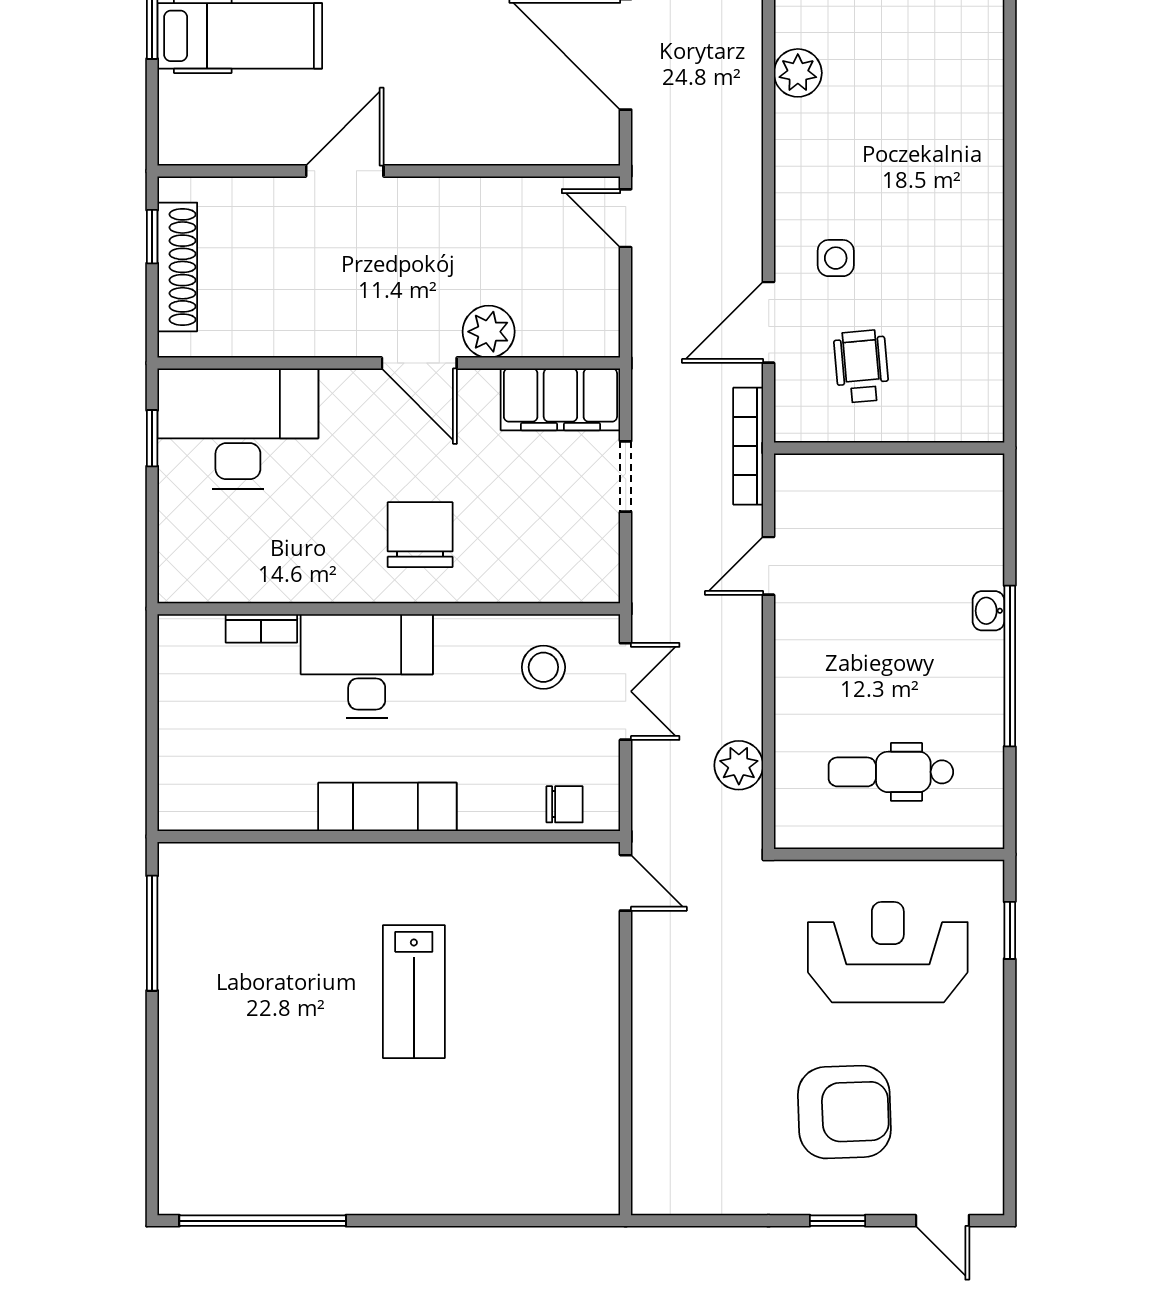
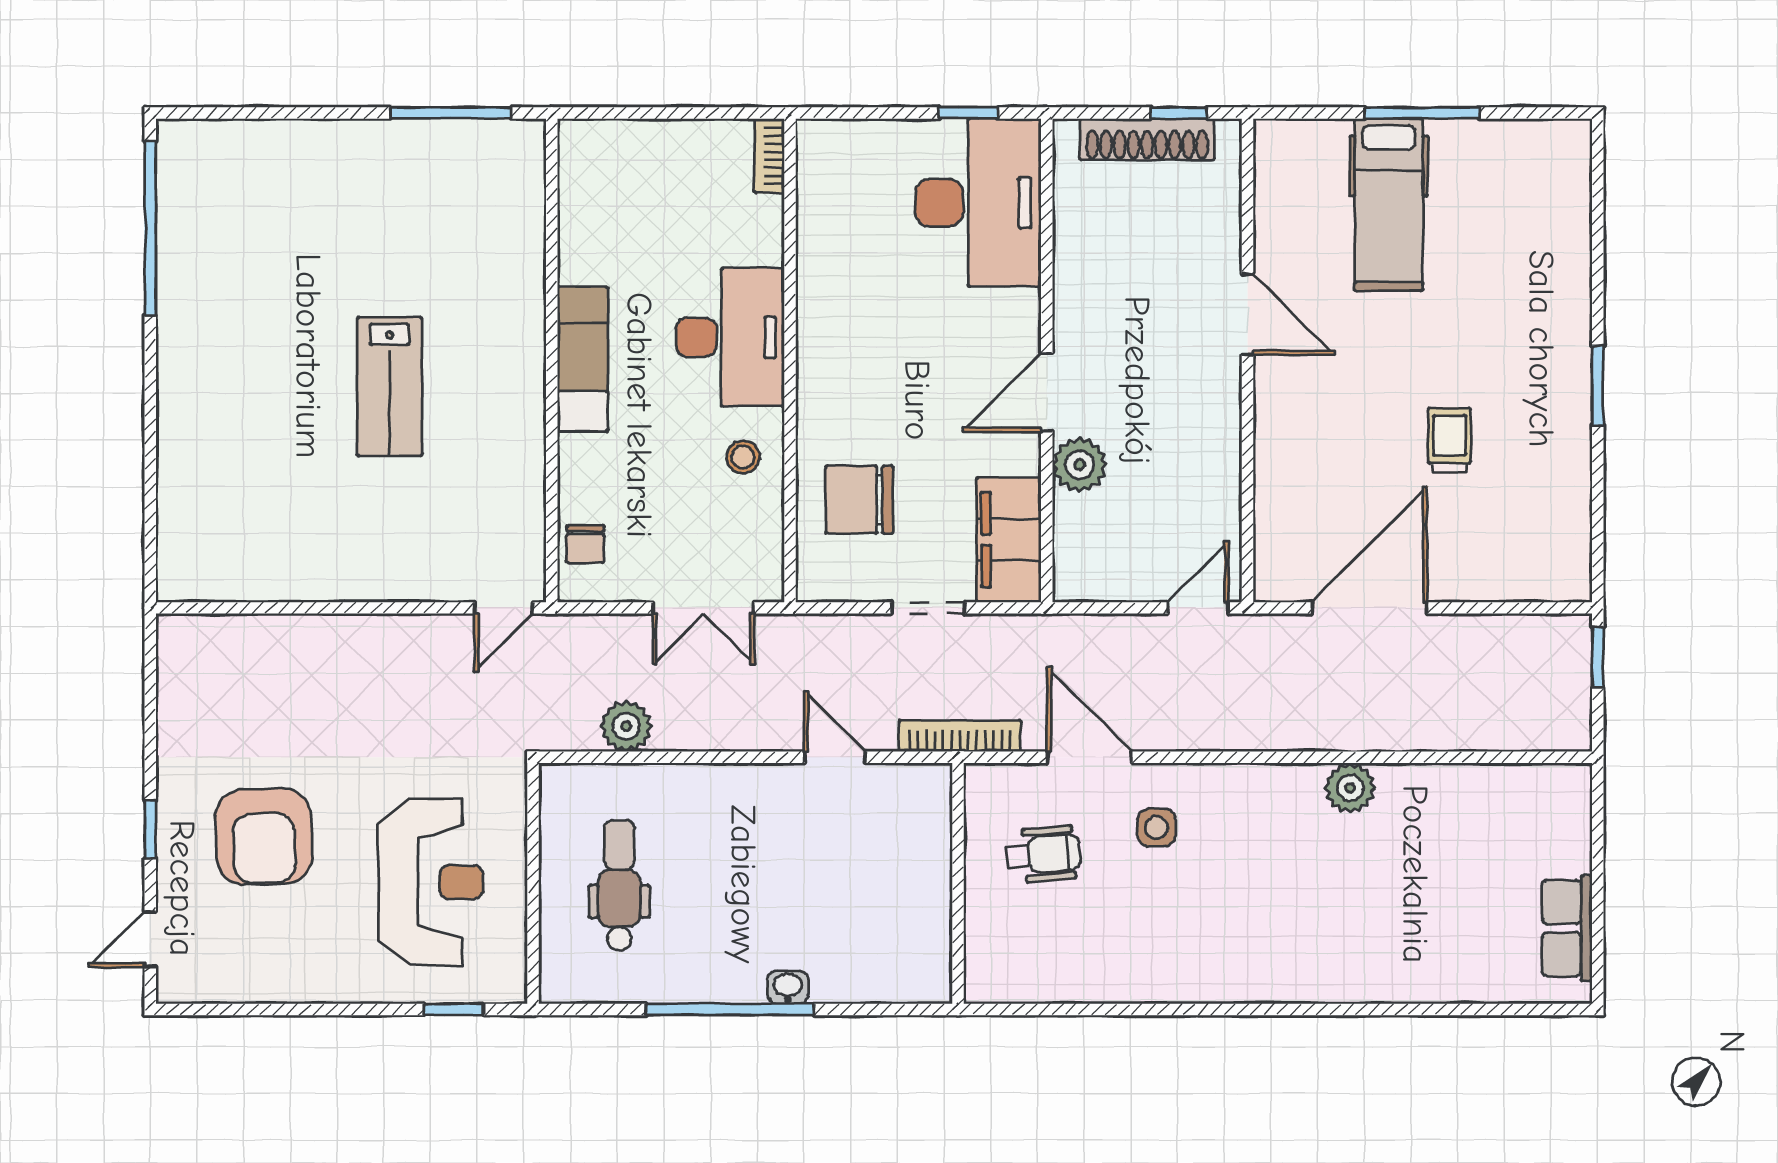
chair: (420, 535) -> (859, 500), moved, turned 180
bookcase: (261, 628) -> (769, 156), moved
stool: (543, 667) -> (743, 457), moved, width x0.73, depth x0.73
lab bench: (414, 992) -> (390, 387), turned -90

